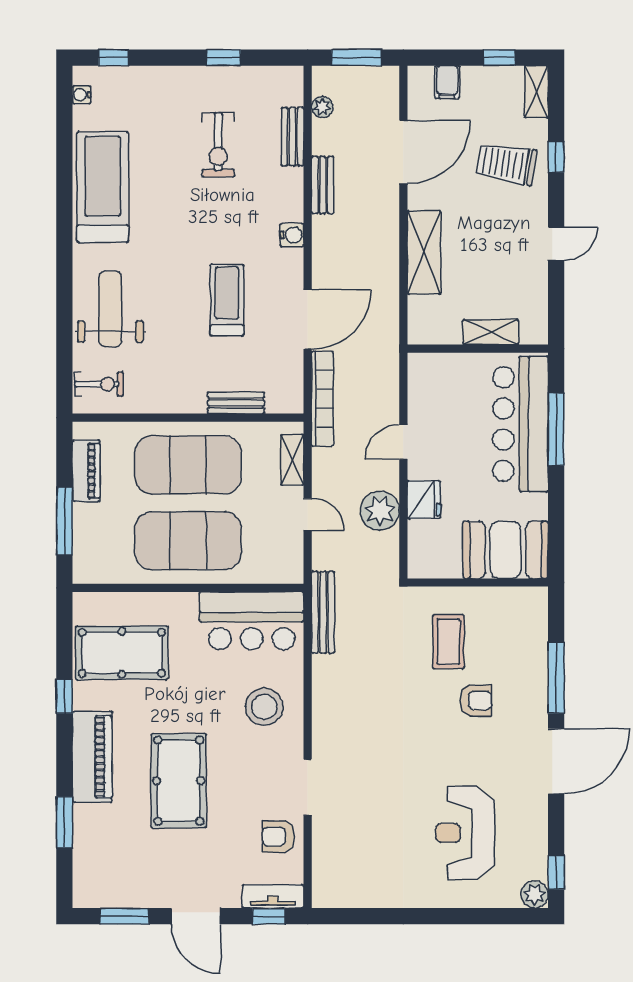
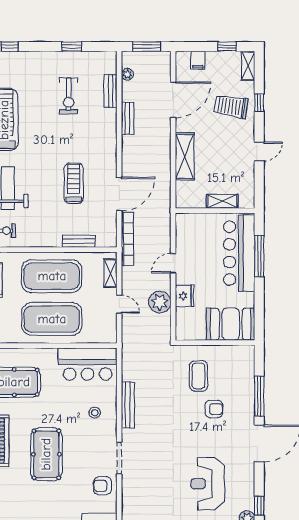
water cooler: (292, 235) -> (110, 147), removed
bench: (323, 612) -> (128, 405), moved
stool: (264, 707) -> (95, 413), width x0.53, depth x0.53

